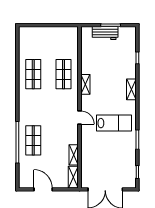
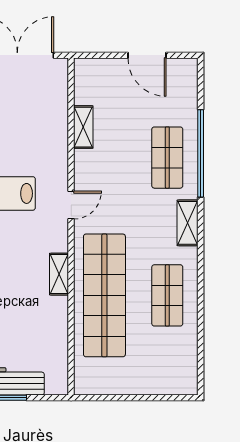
shop shelf: (64, 74) -> (104, 295), width x2.00, depth x1.36
door: (80, 118) -> (71, 205), swing flipped
shelving: (73, 177) -> (188, 223), moved

